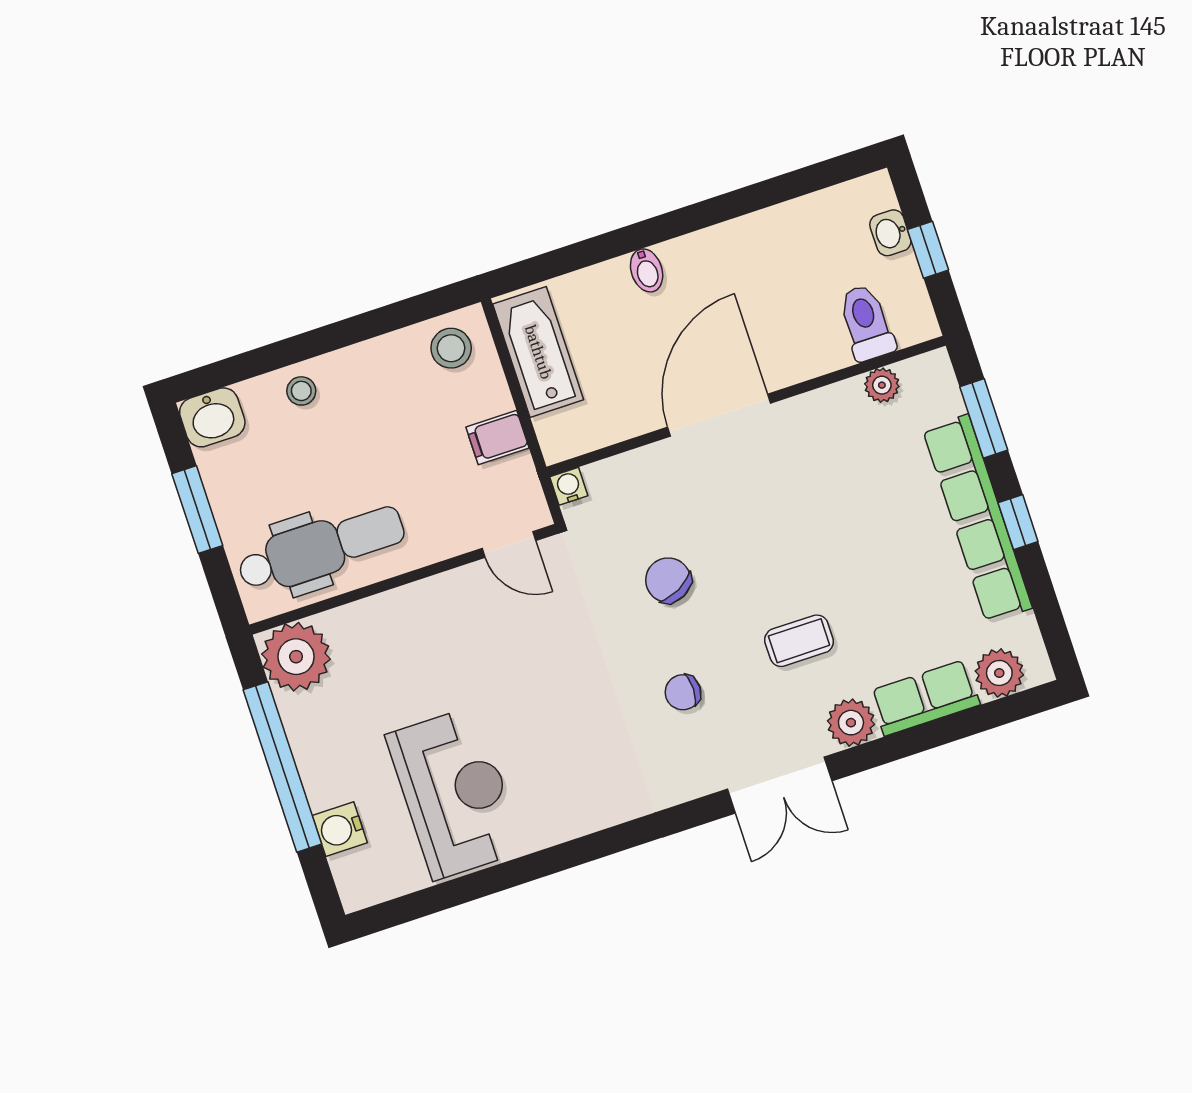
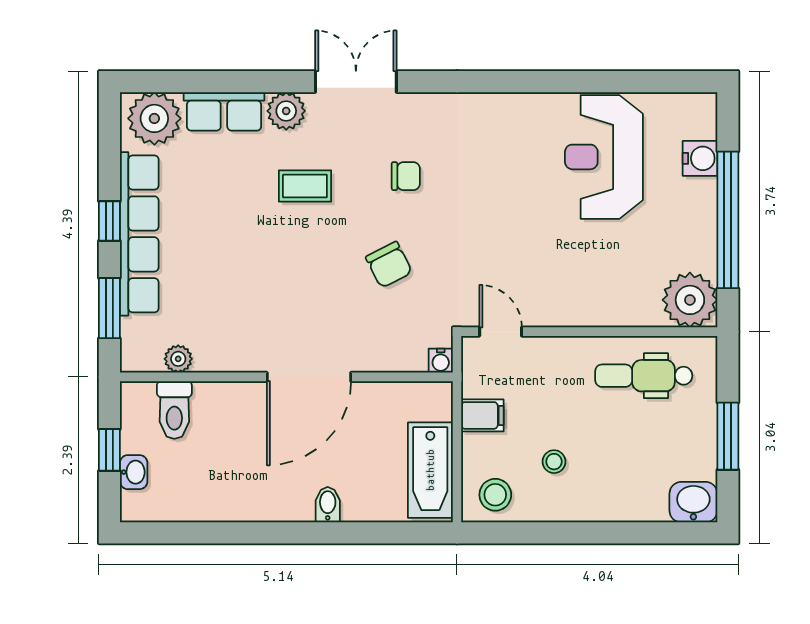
stool: (301, 391) -> (554, 462), moved
dental chair: (321, 548) -> (644, 376), width x0.73, depth x0.72
plant: (999, 673) -> (154, 118), width x1.36, depth x1.36

